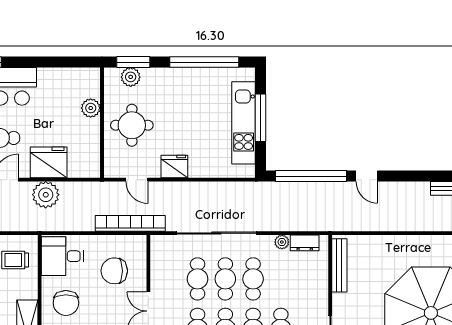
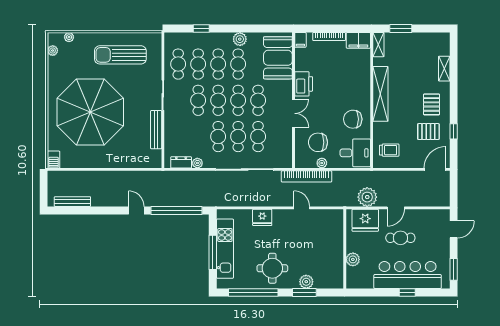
plant: (91, 108) -> (353, 259), moved
wall: (102, 123) -> (345, 249), moved
round table: (132, 125) -> (272, 268), moved
fridge: (174, 166) -> (262, 217), moved
plant: (109, 242) -> (322, 163), added
bench: (339, 265) -> (156, 130), moved
chair: (114, 271) -> (318, 142), turned 180
chair: (66, 303) -> (353, 119), turned -90

